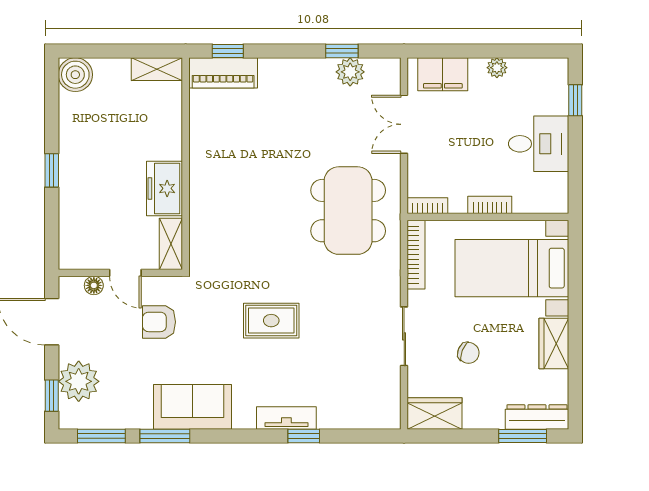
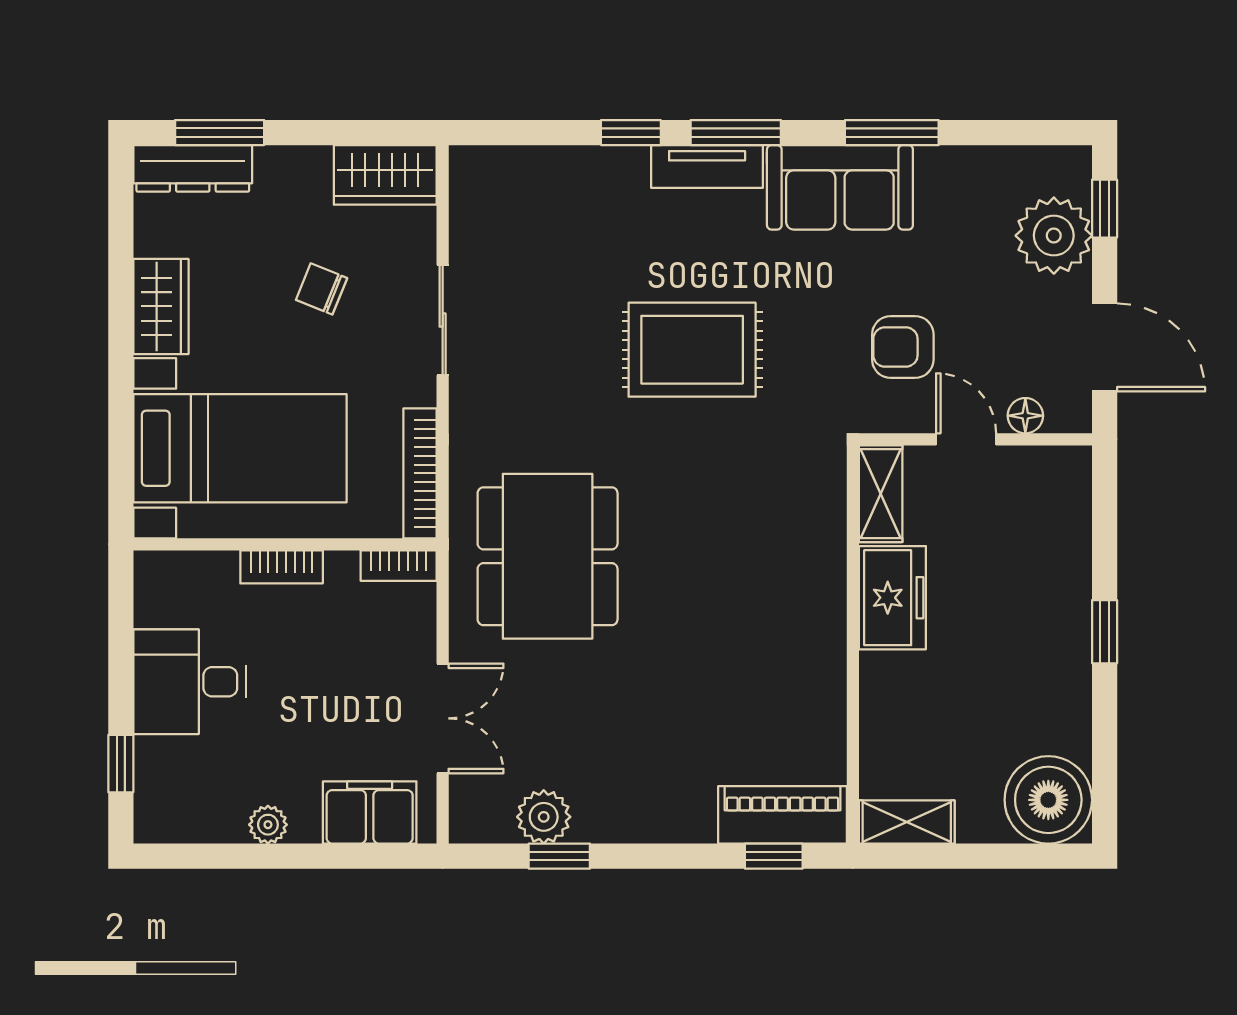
boiler: (75, 75) -> (1048, 800), width x1.37, depth x1.37
rug: (271, 321) -> (692, 350), width x1.36, depth x1.43
armchair: (159, 322) -> (903, 347), turned 180
tv unit: (286, 418) -> (707, 166), moved
window: (101, 436) -> (736, 133), moved

